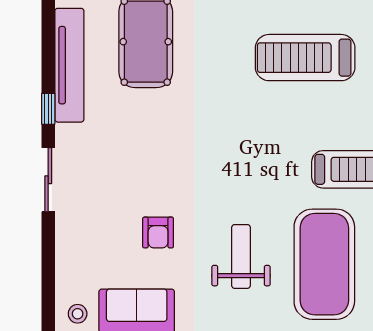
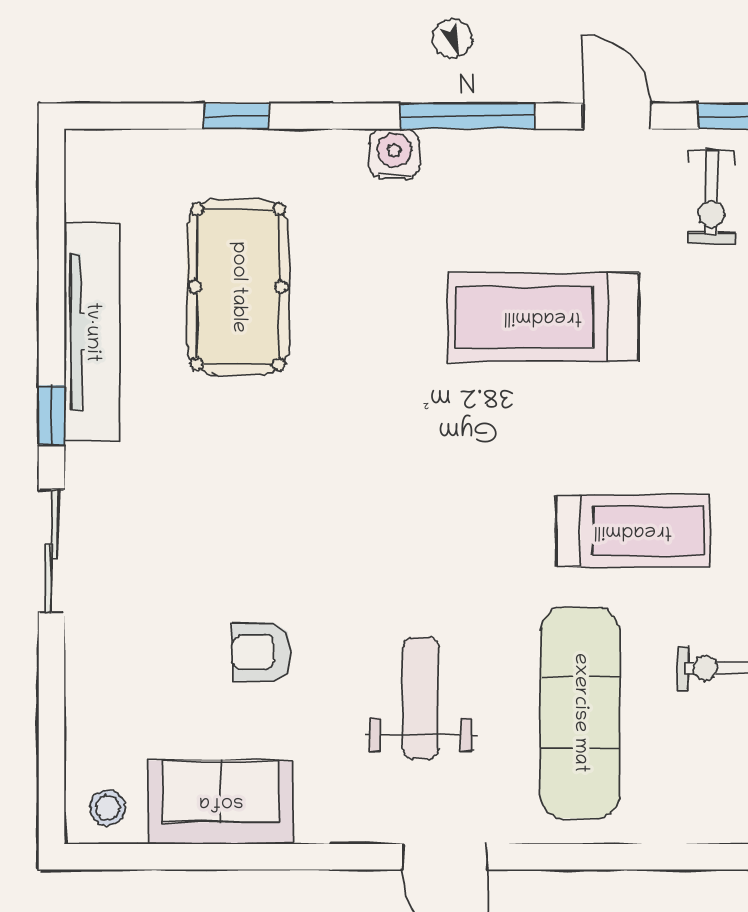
armchair: (158, 233) -> (262, 652), turned 90
exercise mat: (324, 264) -> (580, 713), width x0.68

